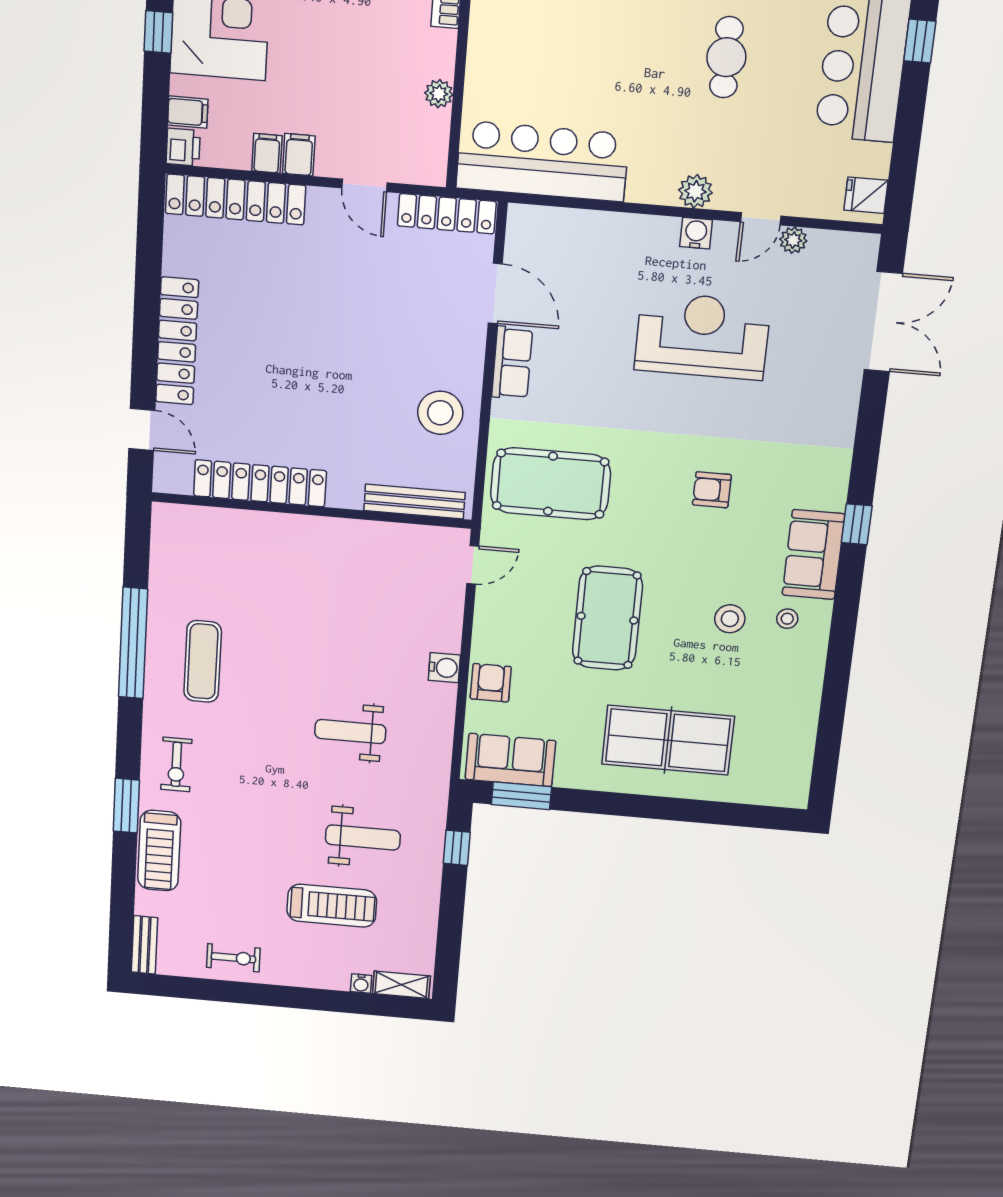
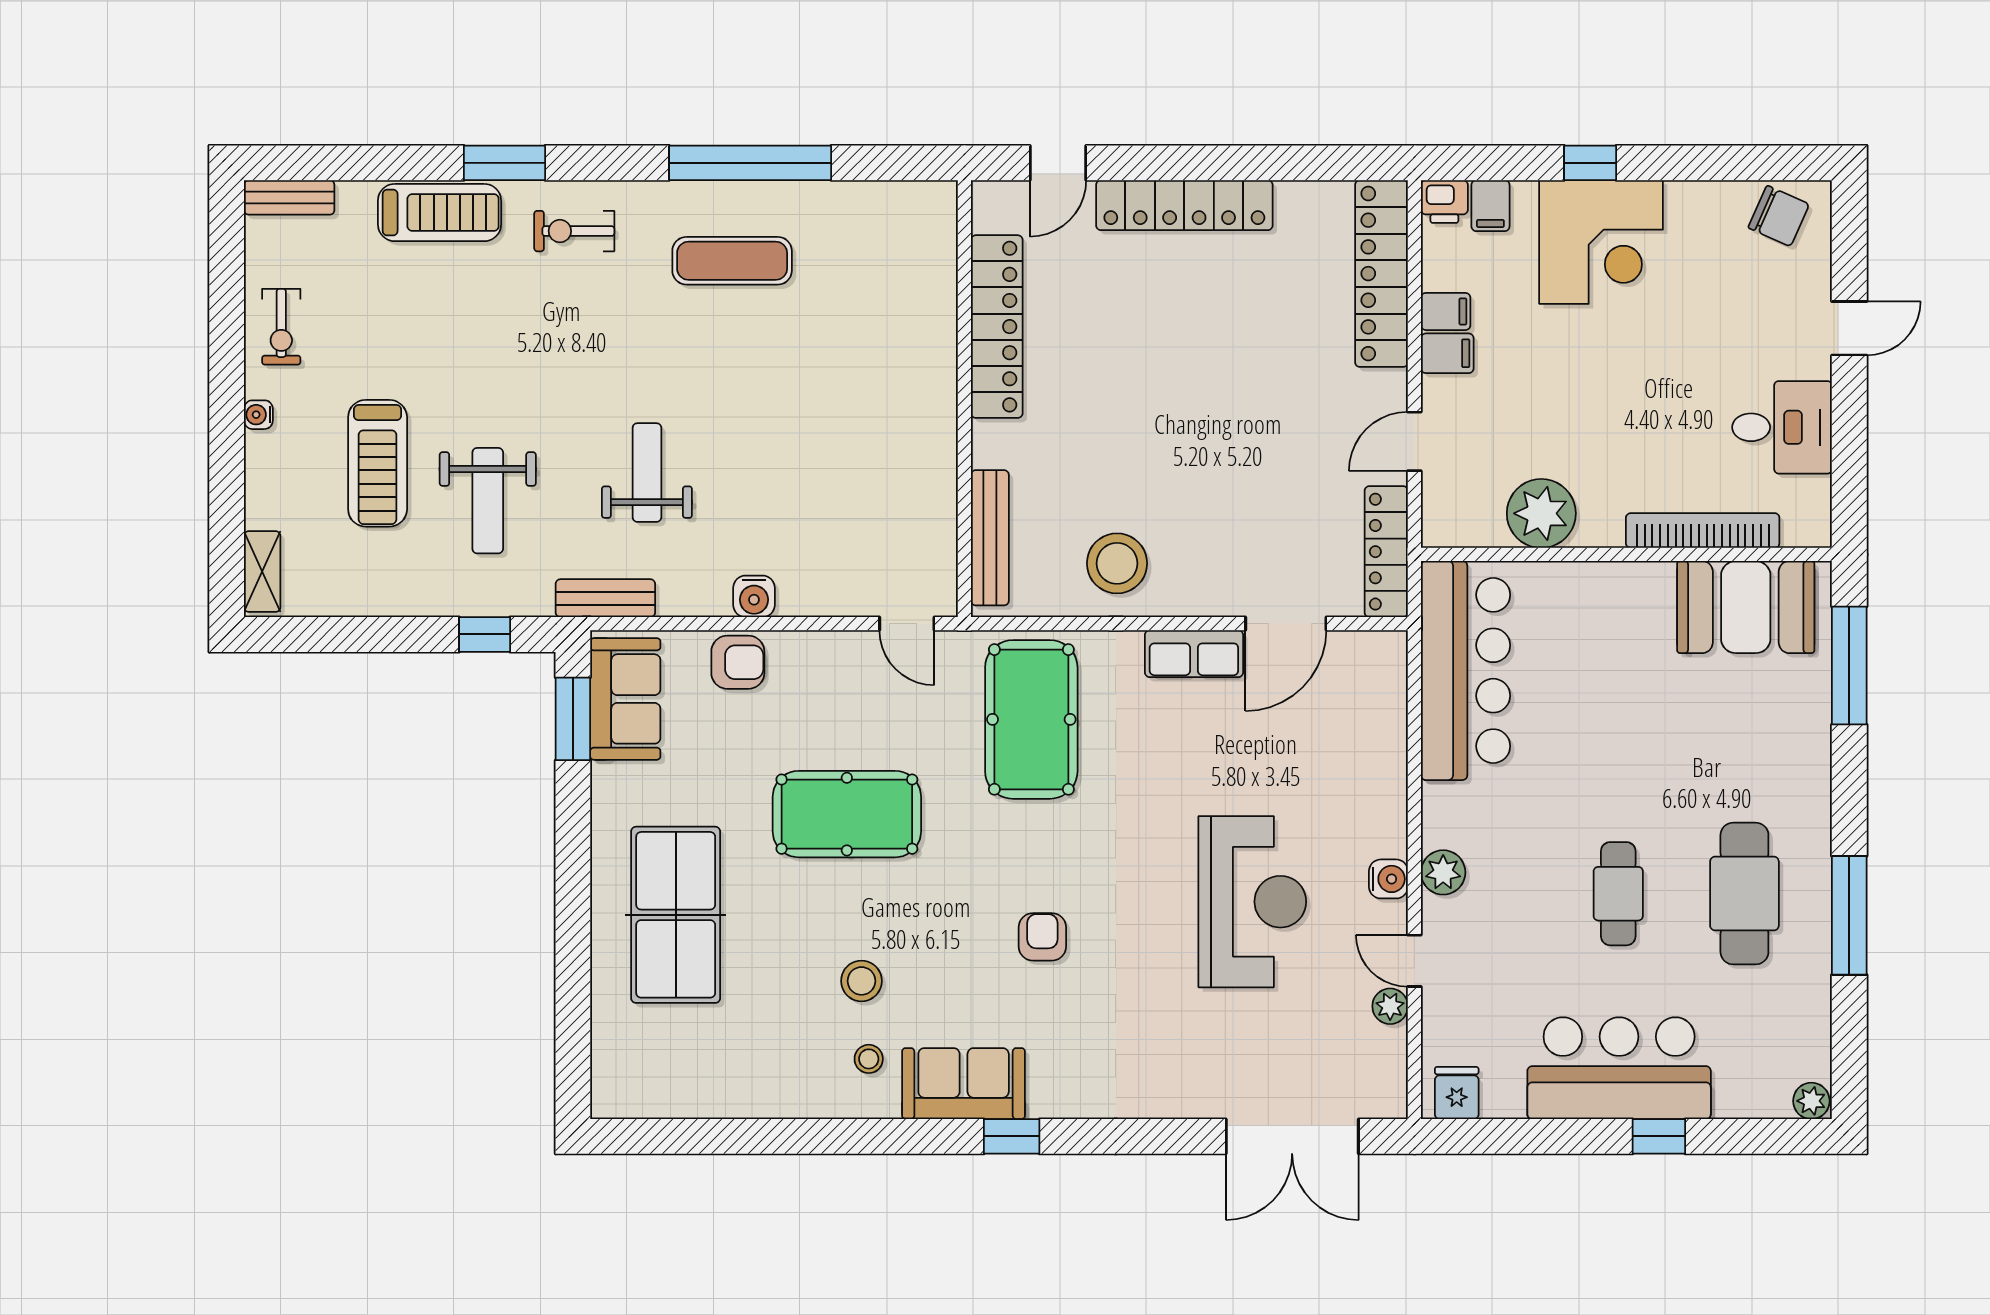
cafe table: (726, 57) -> (1618, 894), turned 90
plant: (439, 94) -> (1541, 513), width x1.88, depth x1.88
bench: (438, 767) -> (605, 598), added
treadmill: (159, 851) -> (439, 213), turned 180
water cooler: (361, 984) -> (258, 415), moved

